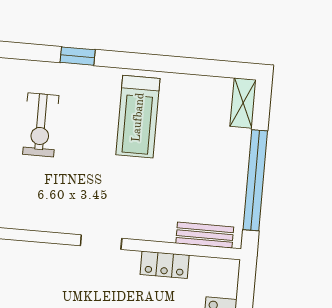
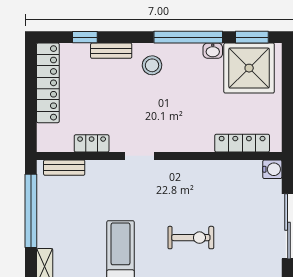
exercise bike: (41, 125) -> (191, 238), turned 90

